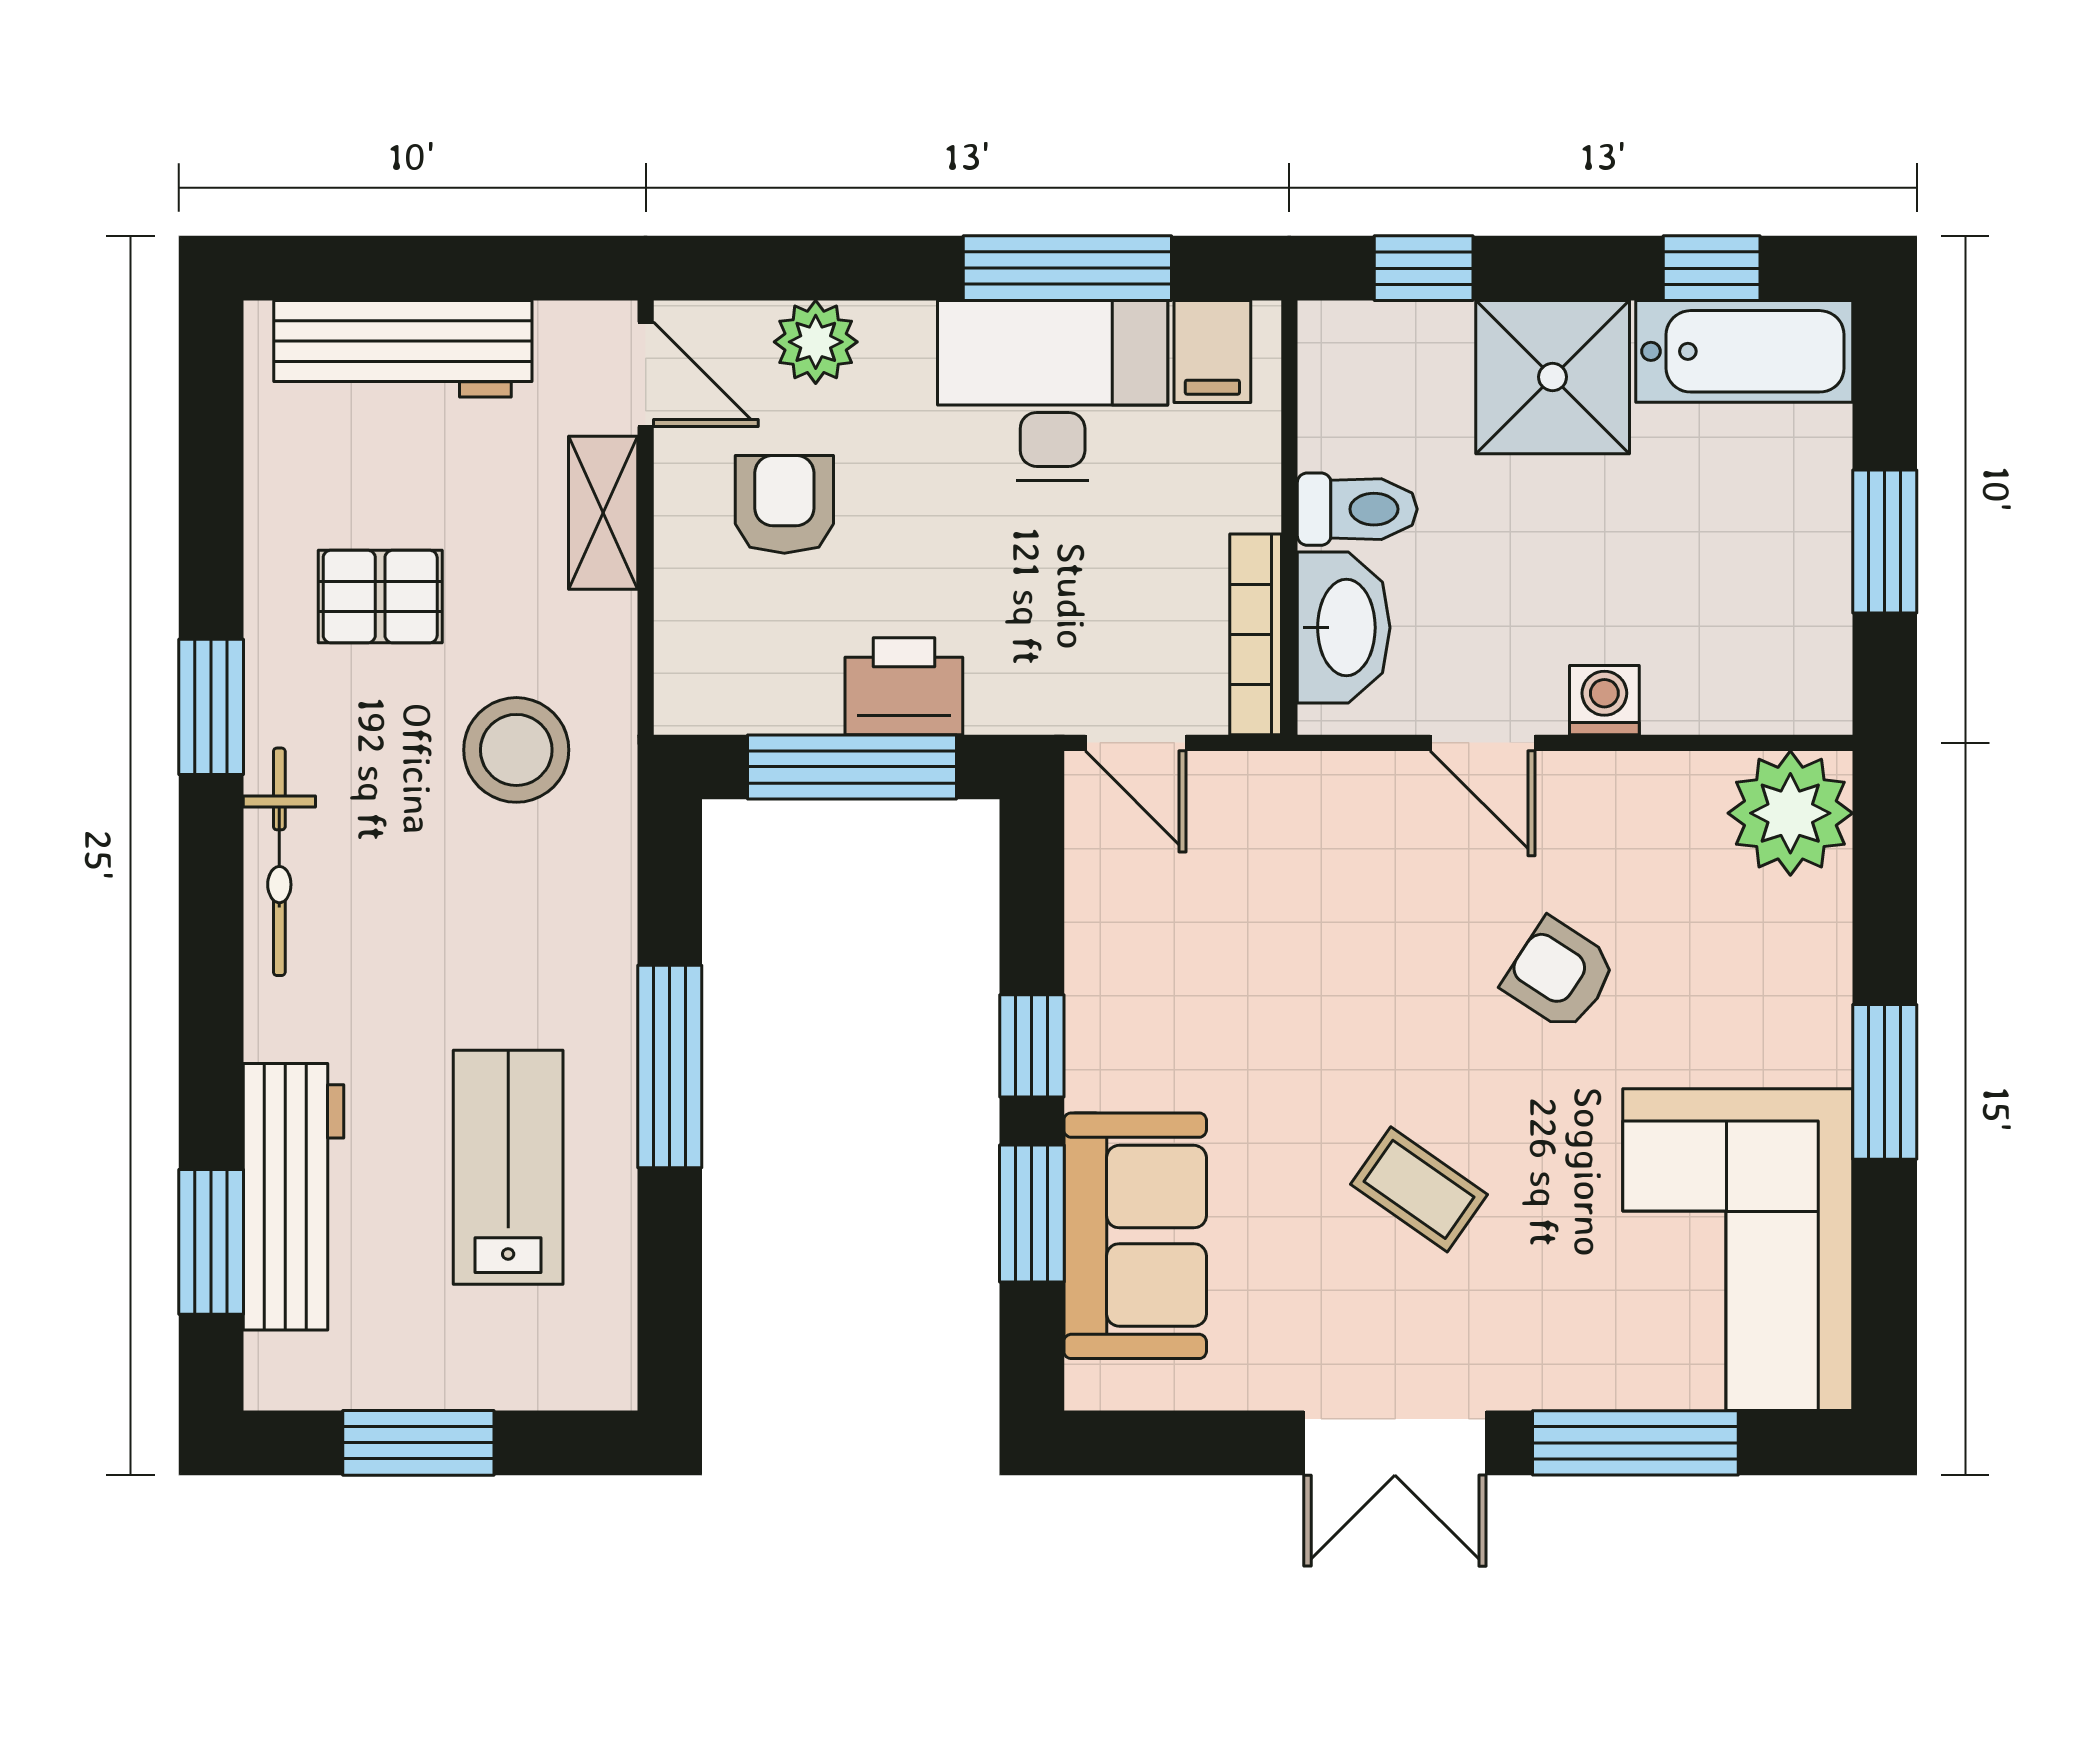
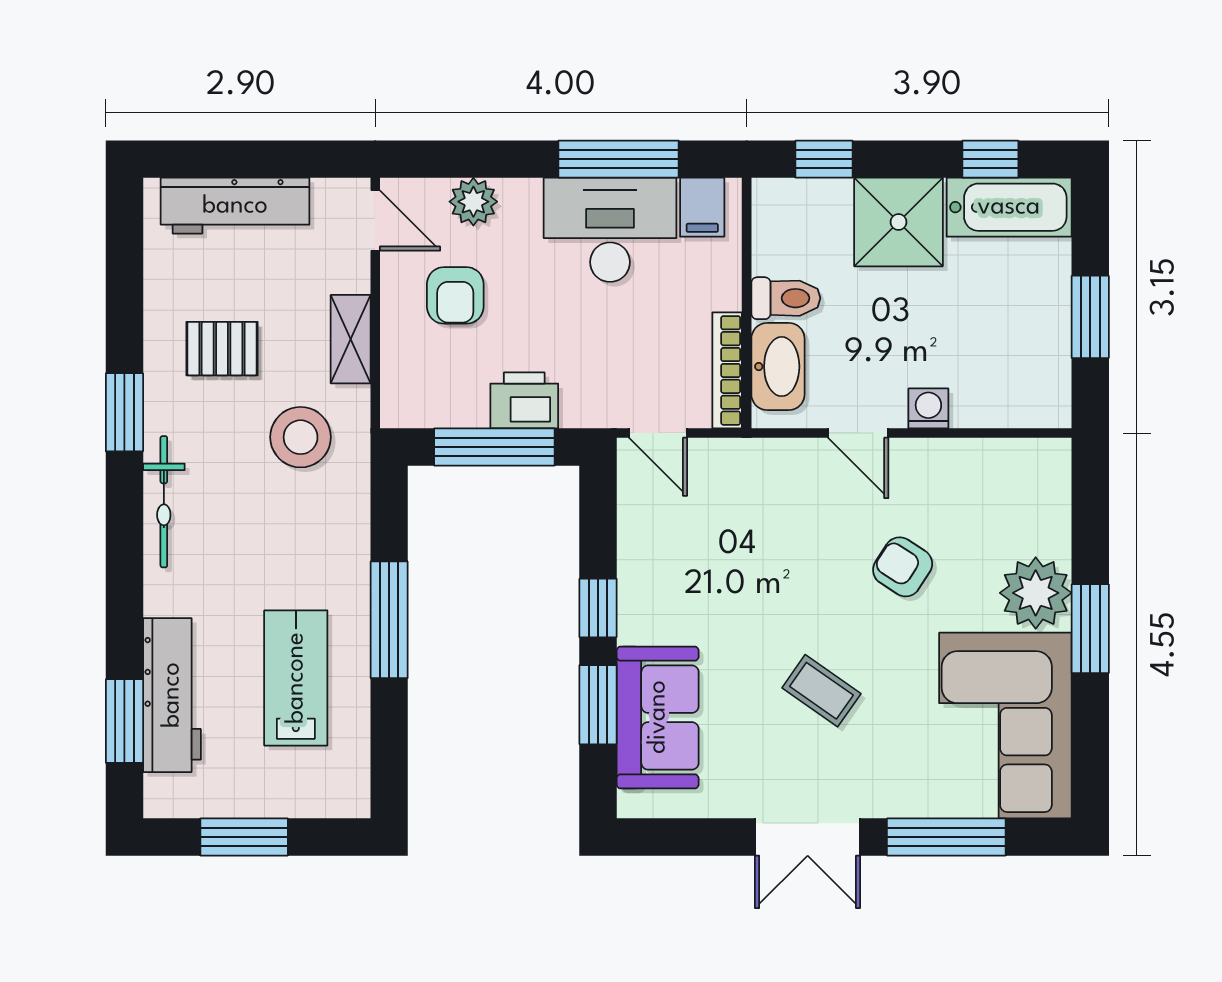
armchair: (784, 504) -> (455, 295), turned 180
shelving: (603, 513) -> (351, 339), moved
plant: (1790, 813) -> (1036, 593), moved

